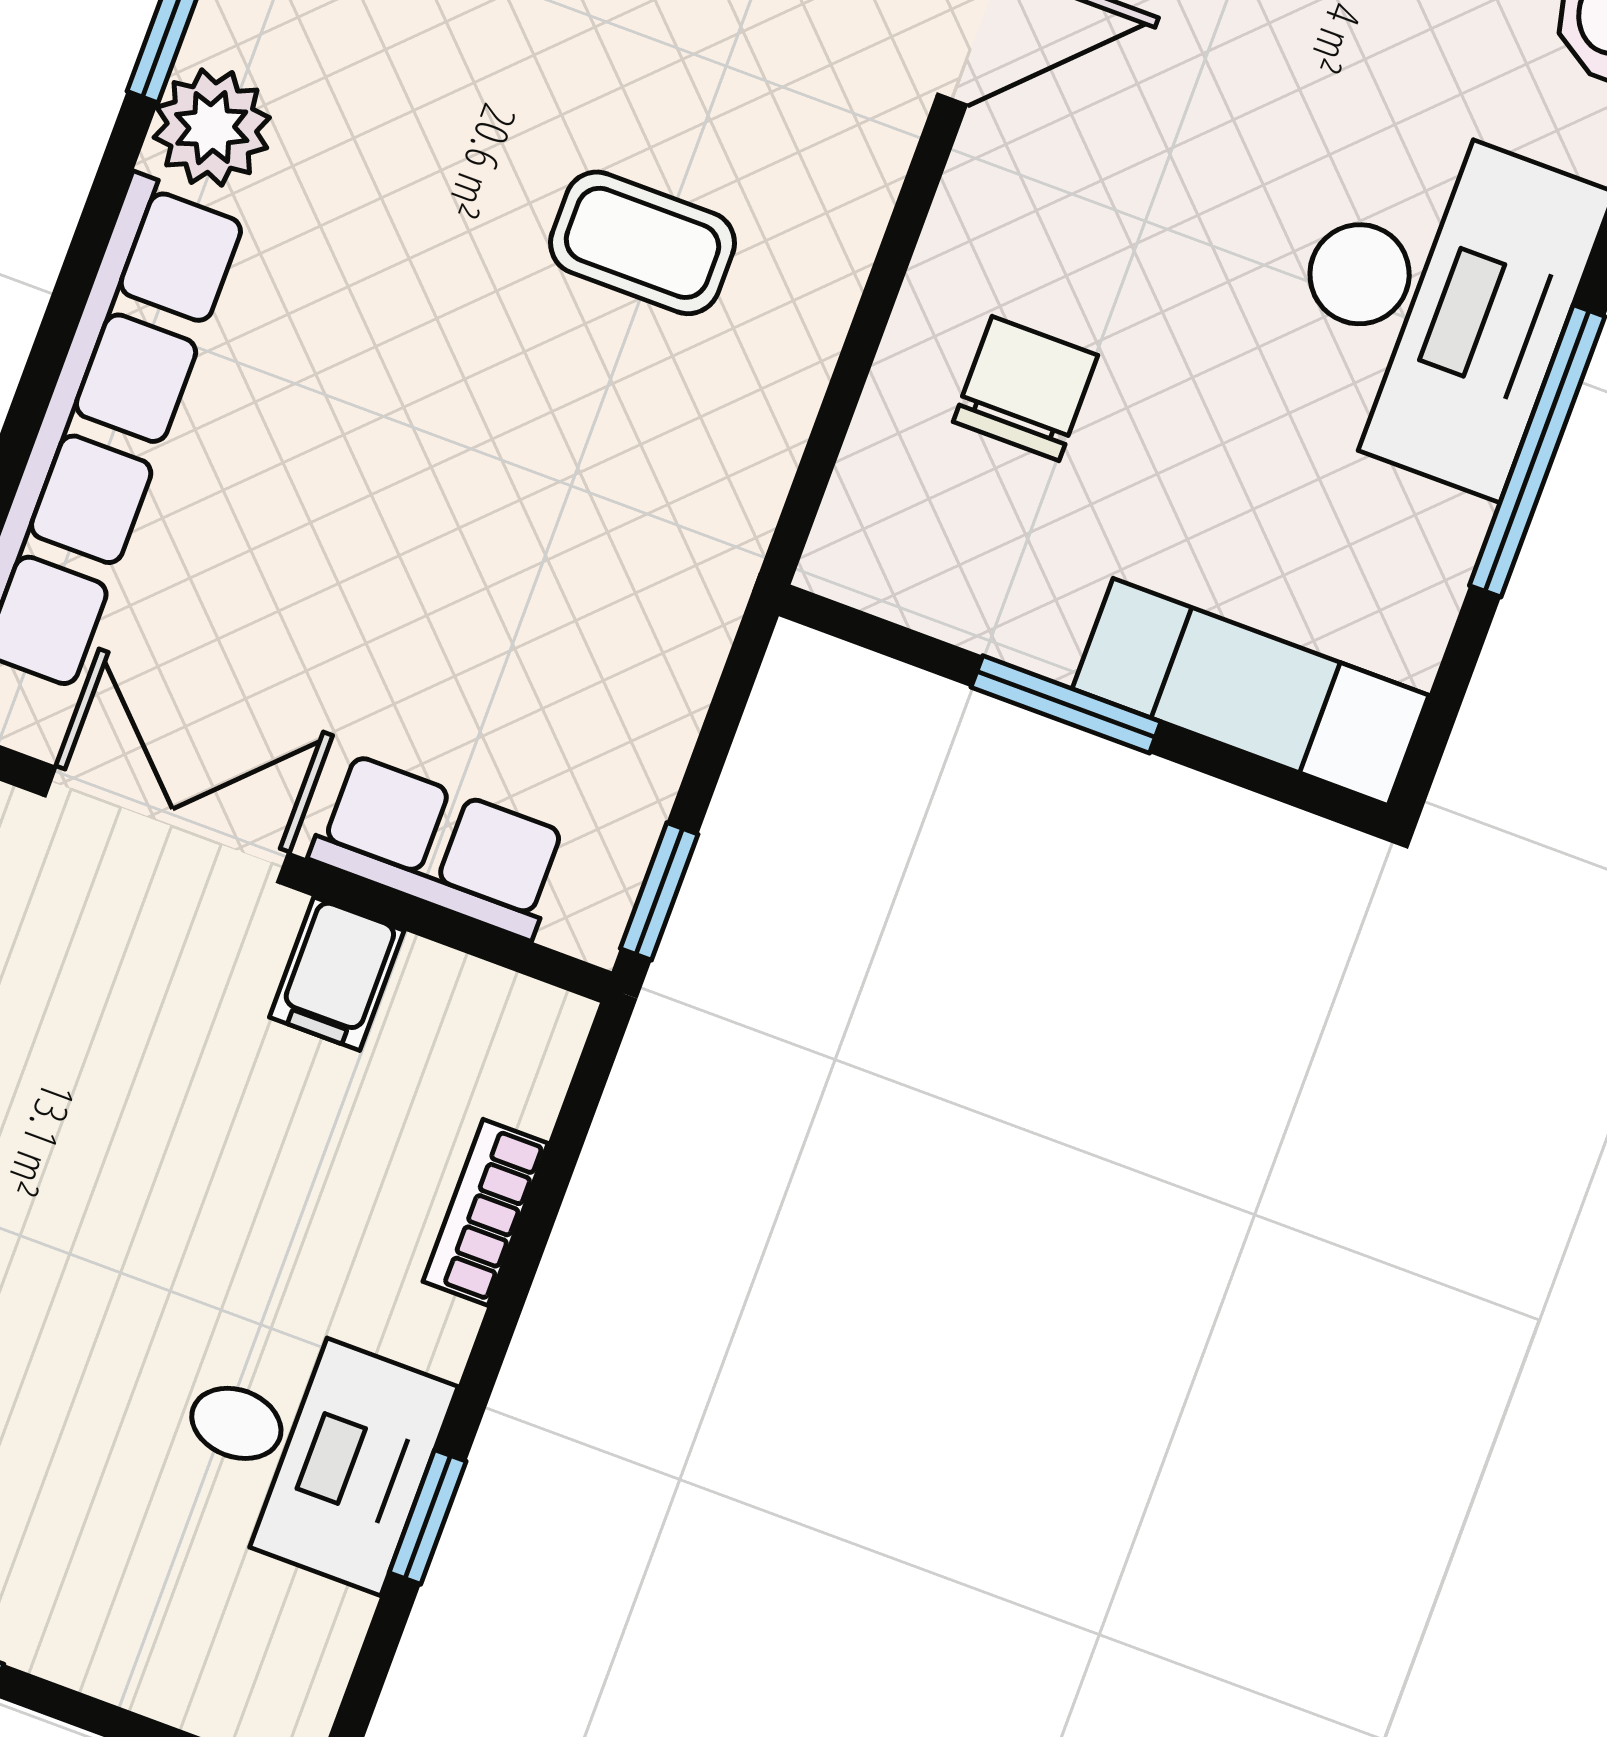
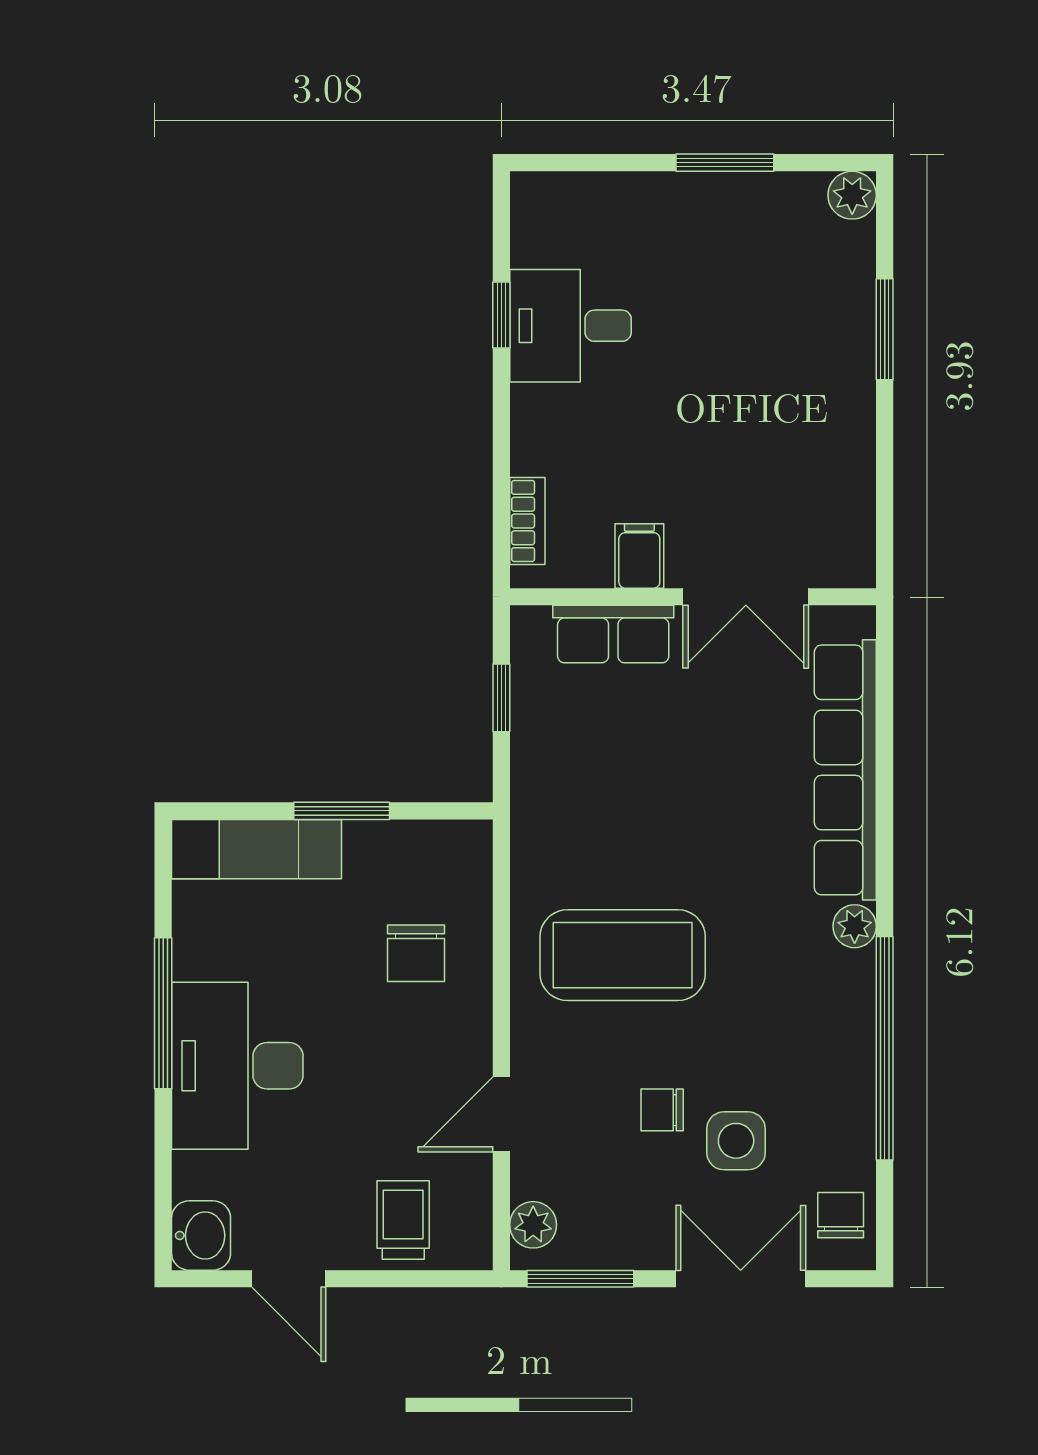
plant: (212, 128) -> (855, 926), width x0.73, depth x0.73
coffee table: (642, 243) -> (623, 955), width x1.86, depth x1.72
window: (659, 891) -> (501, 698), moved
bookcase: (485, 1212) -> (527, 521), moved

